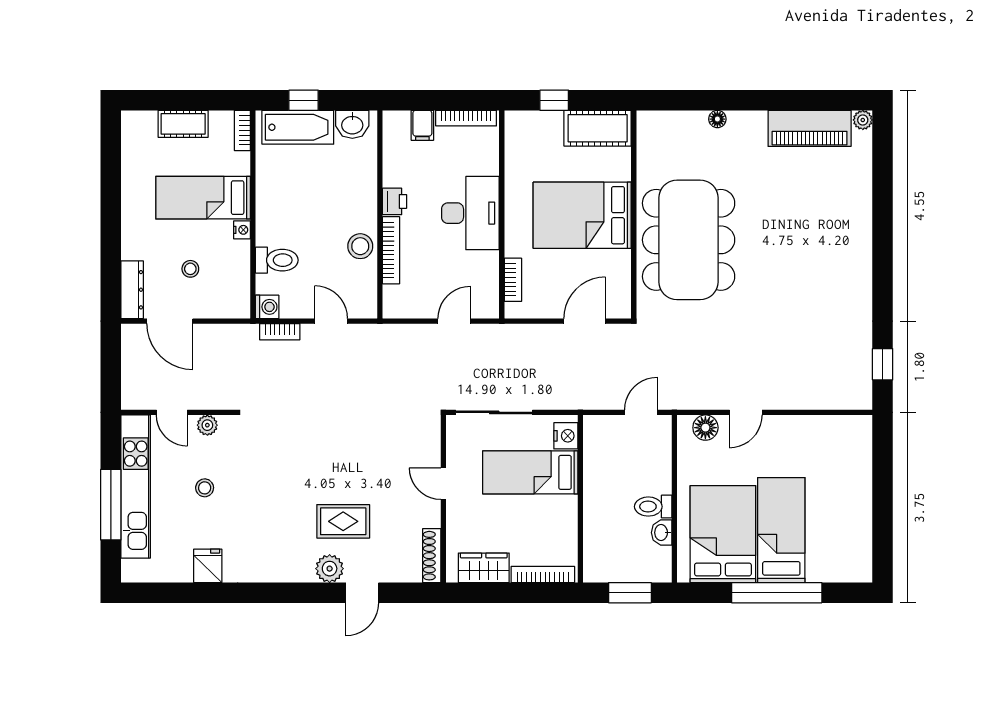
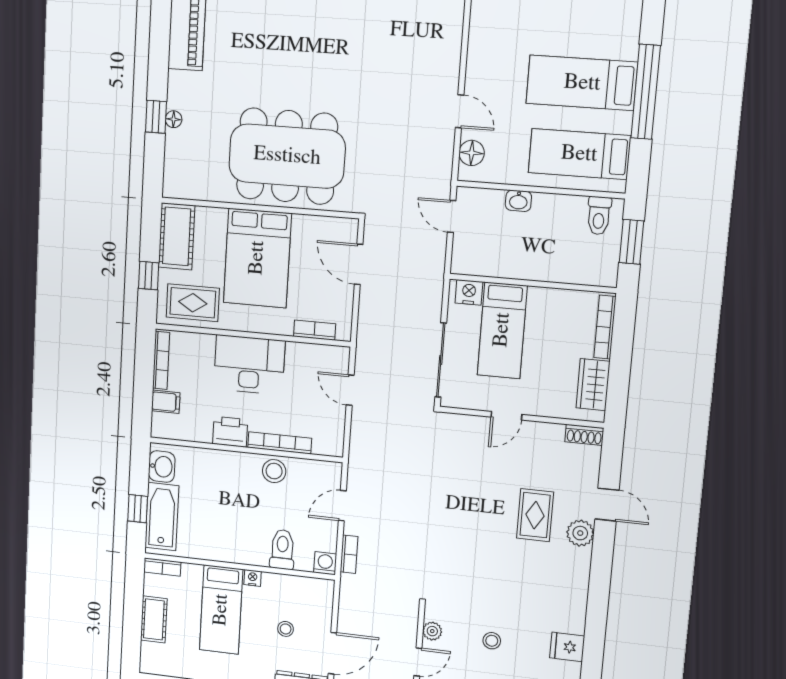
window: (719, 100) -> (156, 117), added
rug: (530, 149) -> (193, 303), added
printer: (394, 201) -> (230, 432), width x1.36, depth x1.24
toilet: (653, 507) -> (599, 216), moved
washbasin: (662, 533) -> (518, 201), moved
bed: (723, 534) -> (579, 154), width x0.67
shoe rack: (432, 556) -> (584, 435), width x0.70

